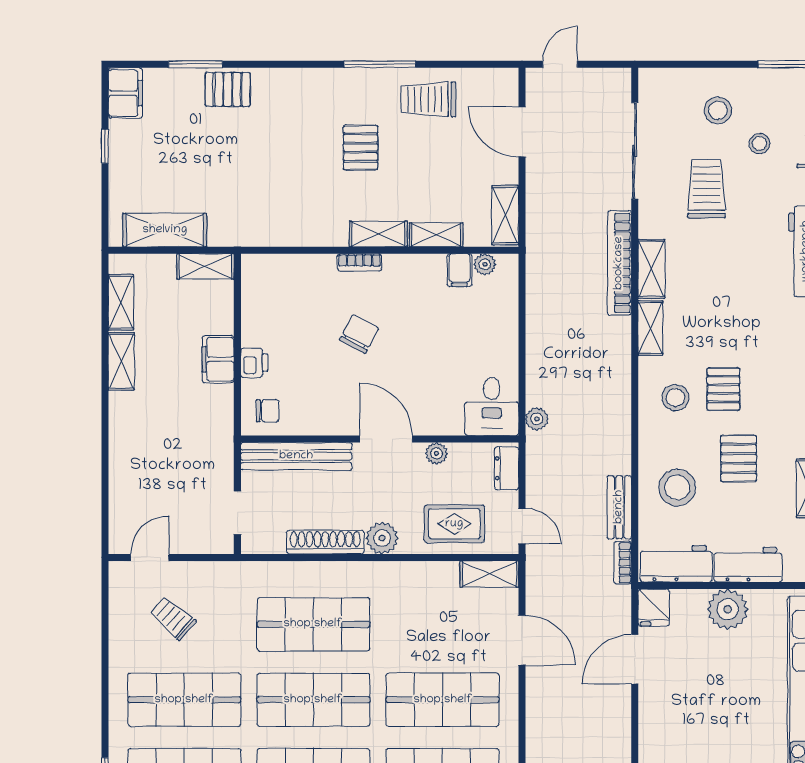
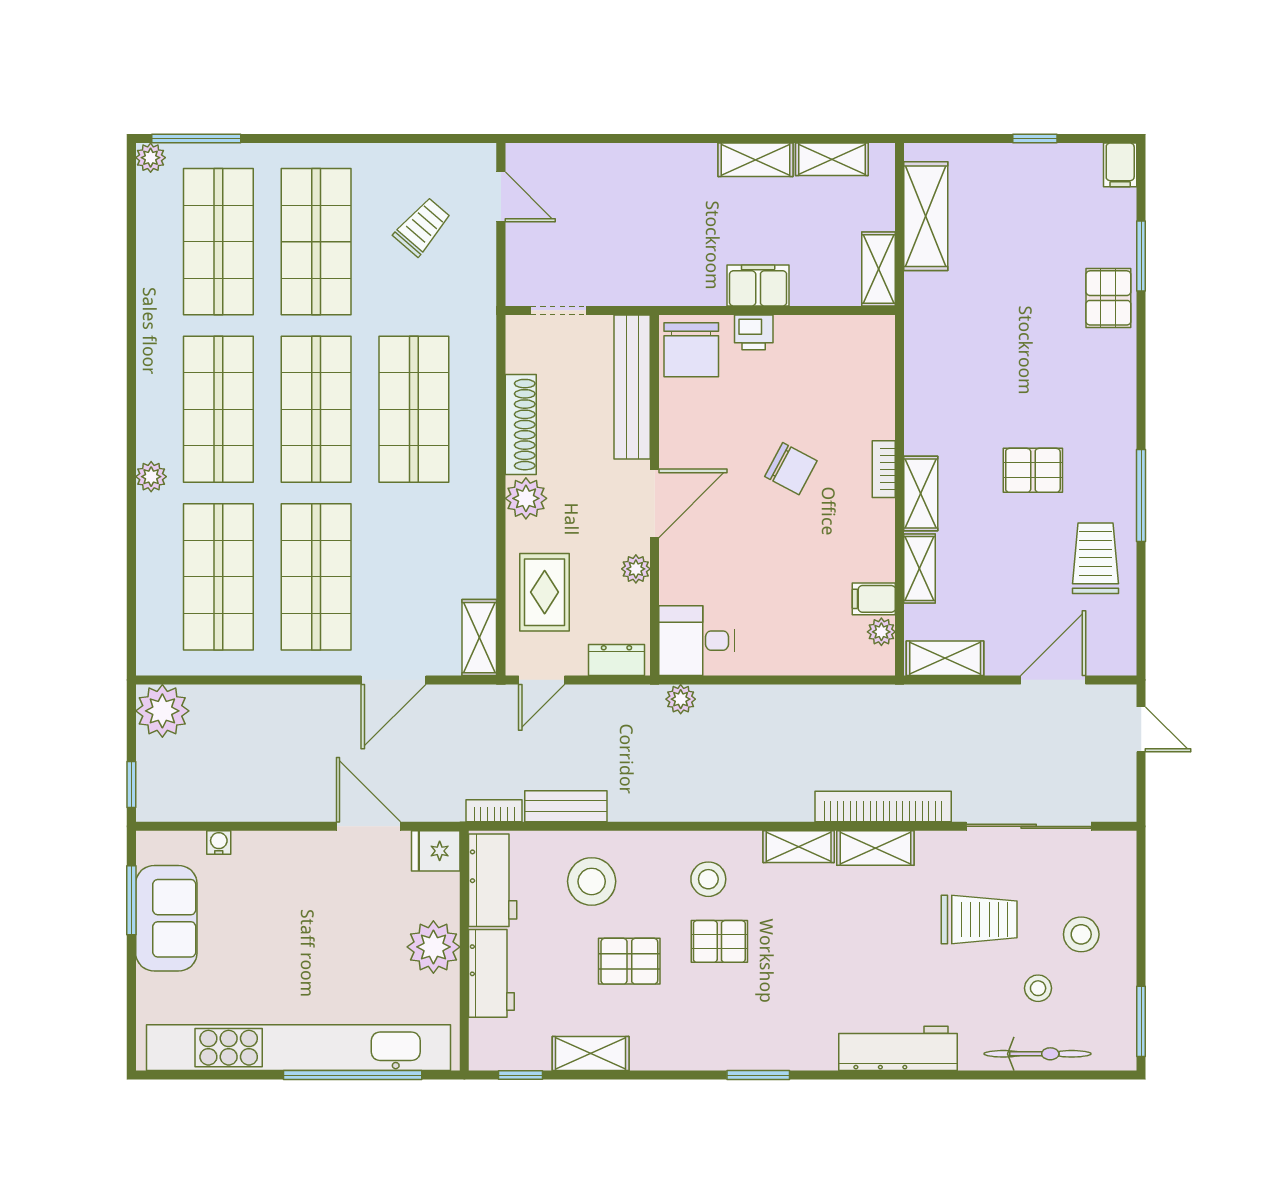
filing cabinet: (125, 93) -> (1120, 165), width x0.50
chair: (268, 411) -> (691, 350), width x1.87, depth x1.87

